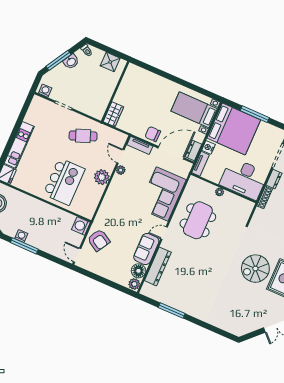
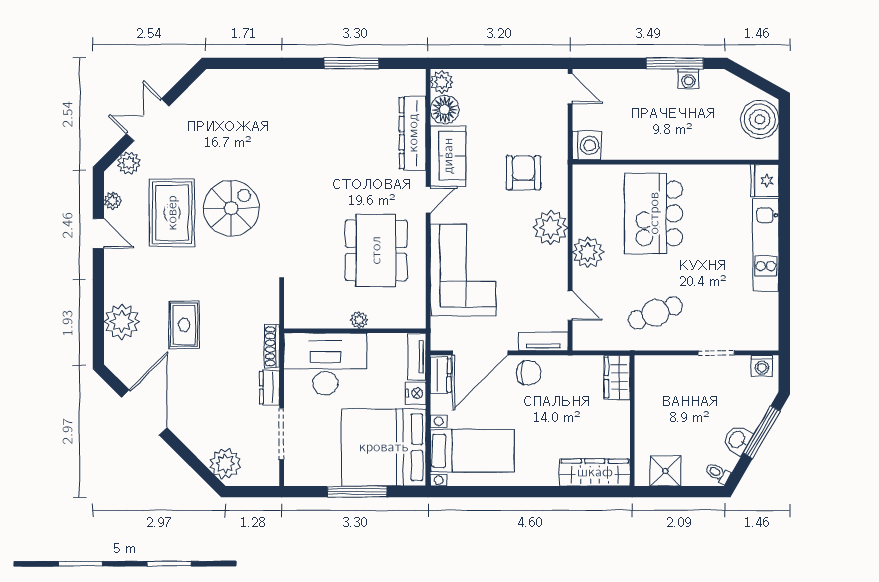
wardrobe: (143, 75) -> (595, 472), added
plant: (121, 170) -> (551, 228), moved, width x1.88, depth x1.88
armchair: (99, 240) -> (523, 173), moved, turned 59

